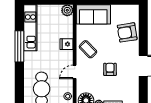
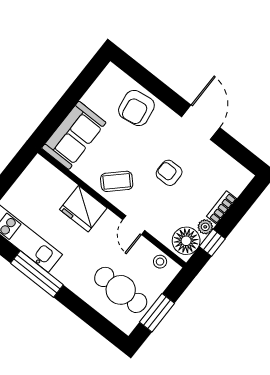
plant: (67, 10) -> (39, 167), removed
fridge: (67, 44) -> (83, 209), width x1.88, depth x1.34

